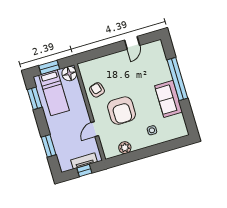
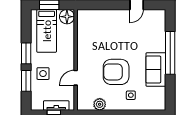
armchair: (97, 90) -> (89, 40), removed
window: (35, 98) -> (26, 53), moved
armchair: (122, 111) -> (116, 72), moved, turned 90
side table: (63, 134) -> (43, 74), added

